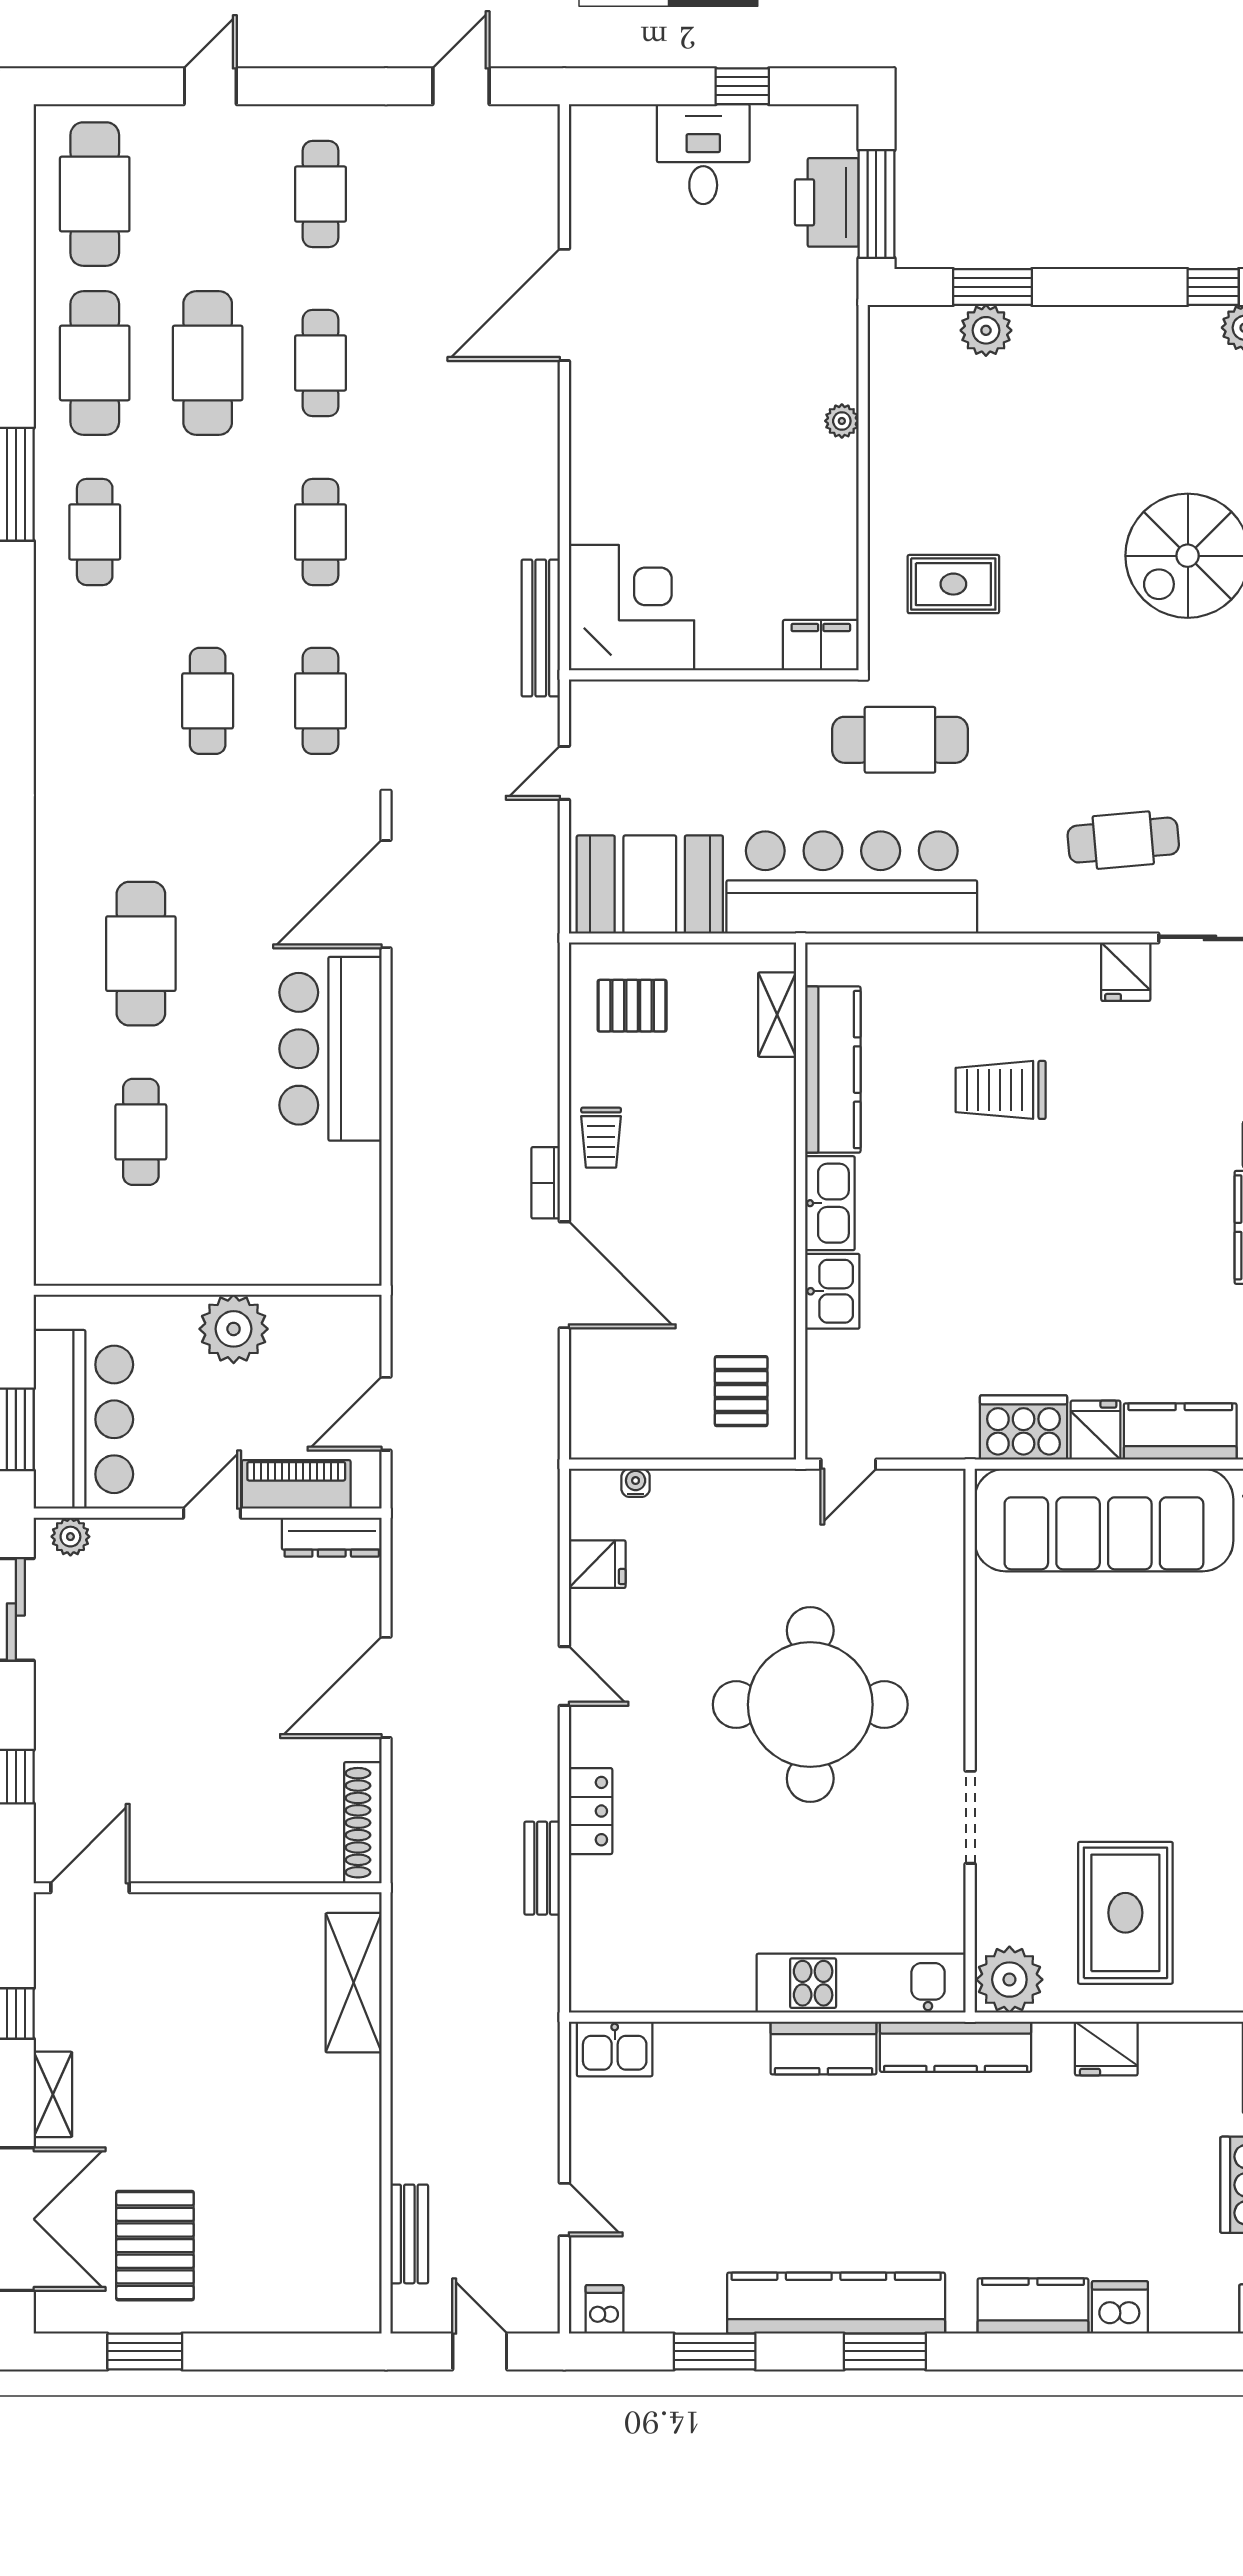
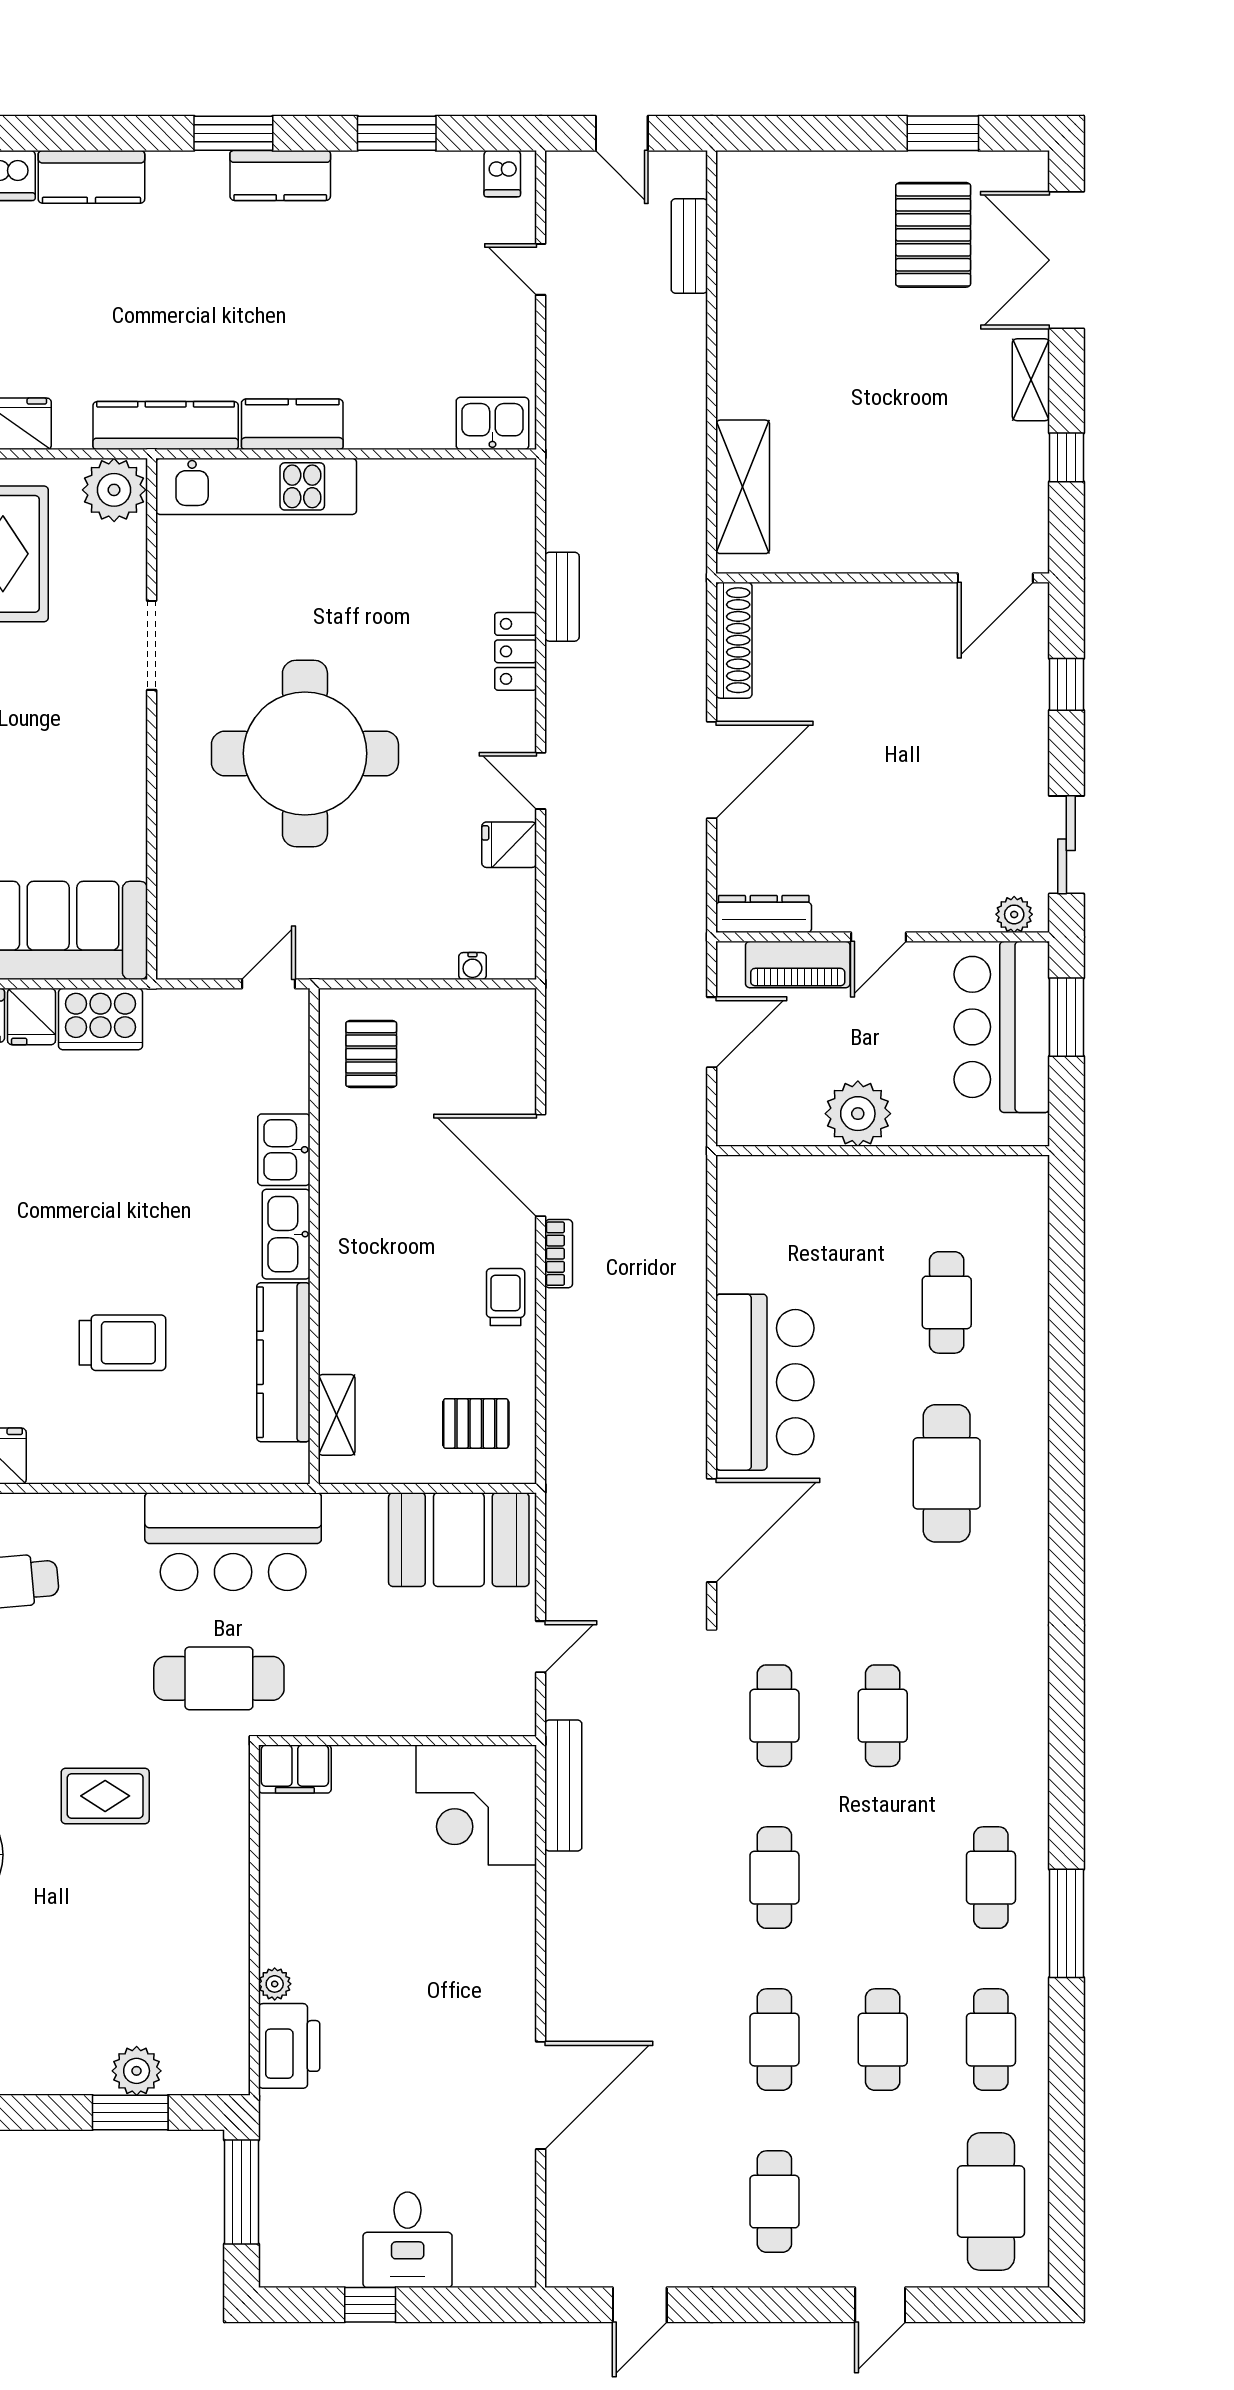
printer: (827, 202) -> (289, 2046), moved
cafe table: (95, 363) -> (991, 2040), width x0.73, depth x0.74
cafe table: (208, 363) -> (883, 2040), width x0.73, depth x0.74
rug: (953, 584) -> (105, 1796), moved
bar counter: (852, 882) -> (233, 1542), width x0.73
fridge: (597, 1564) -> (509, 845), moved
kitchen counter: (836, 2303) -> (280, 175), width x0.48, depth x0.86

